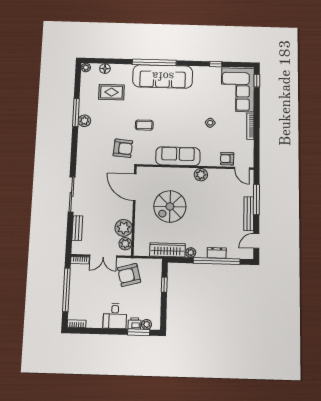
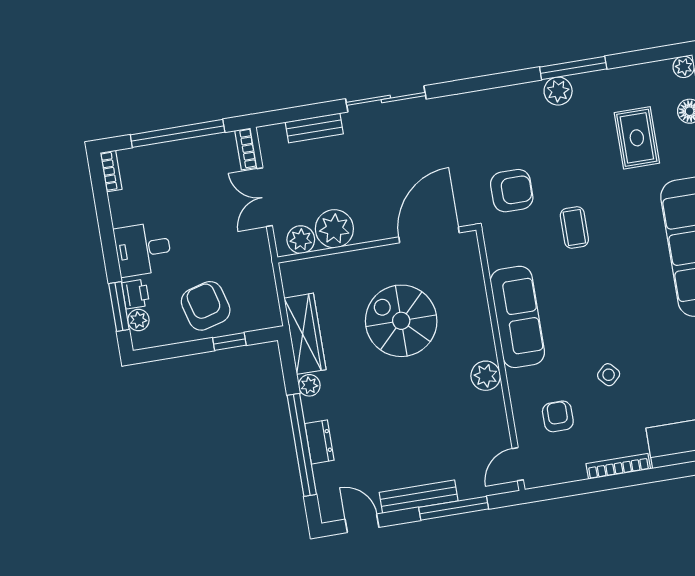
armchair: (123, 148) -> (512, 191), turned -95
armchair: (227, 159) -> (558, 416), moved
armchair: (129, 275) -> (206, 306), moved

